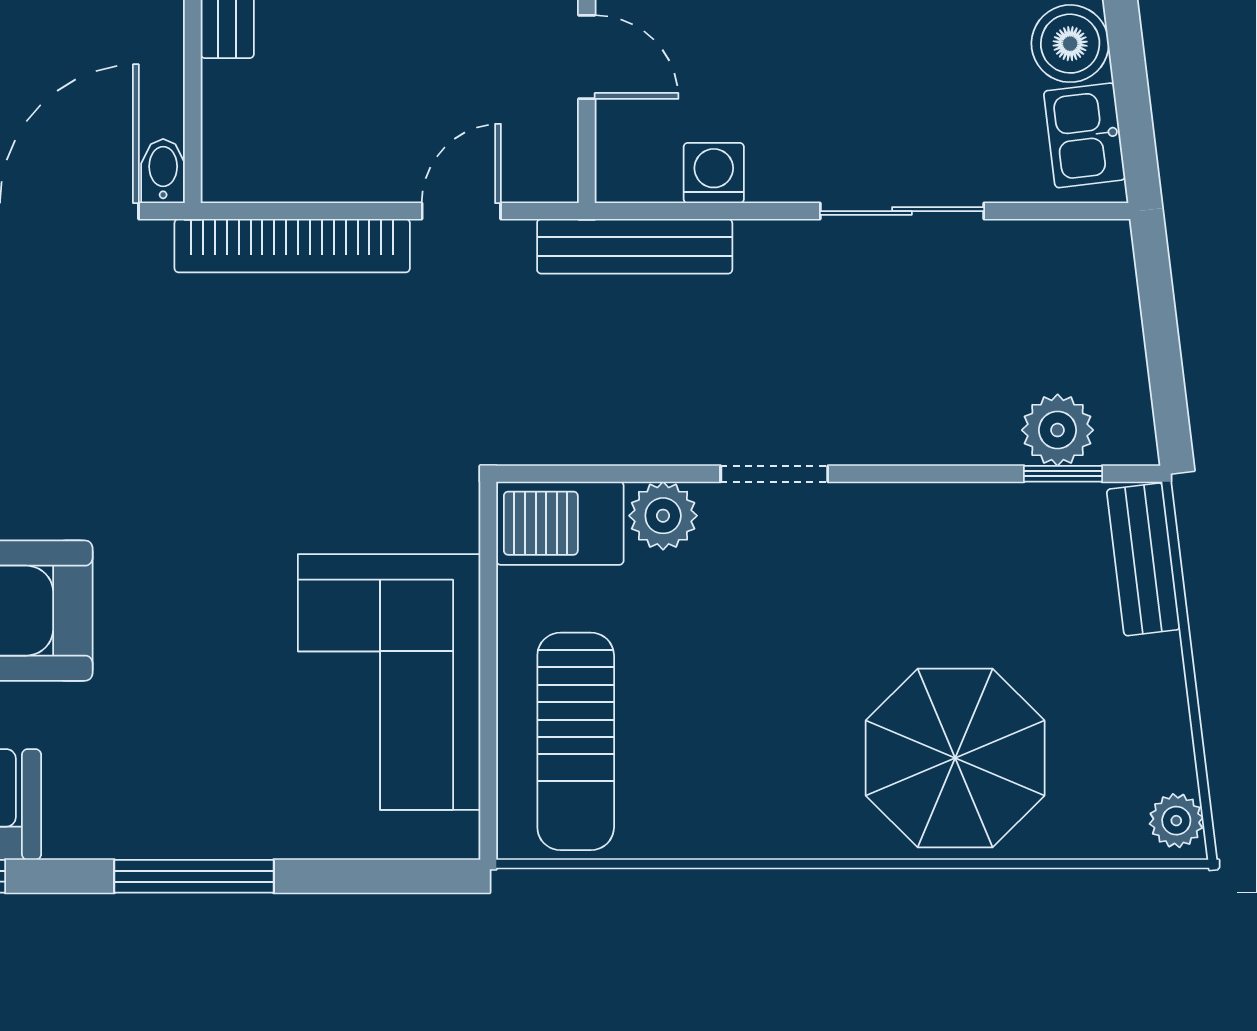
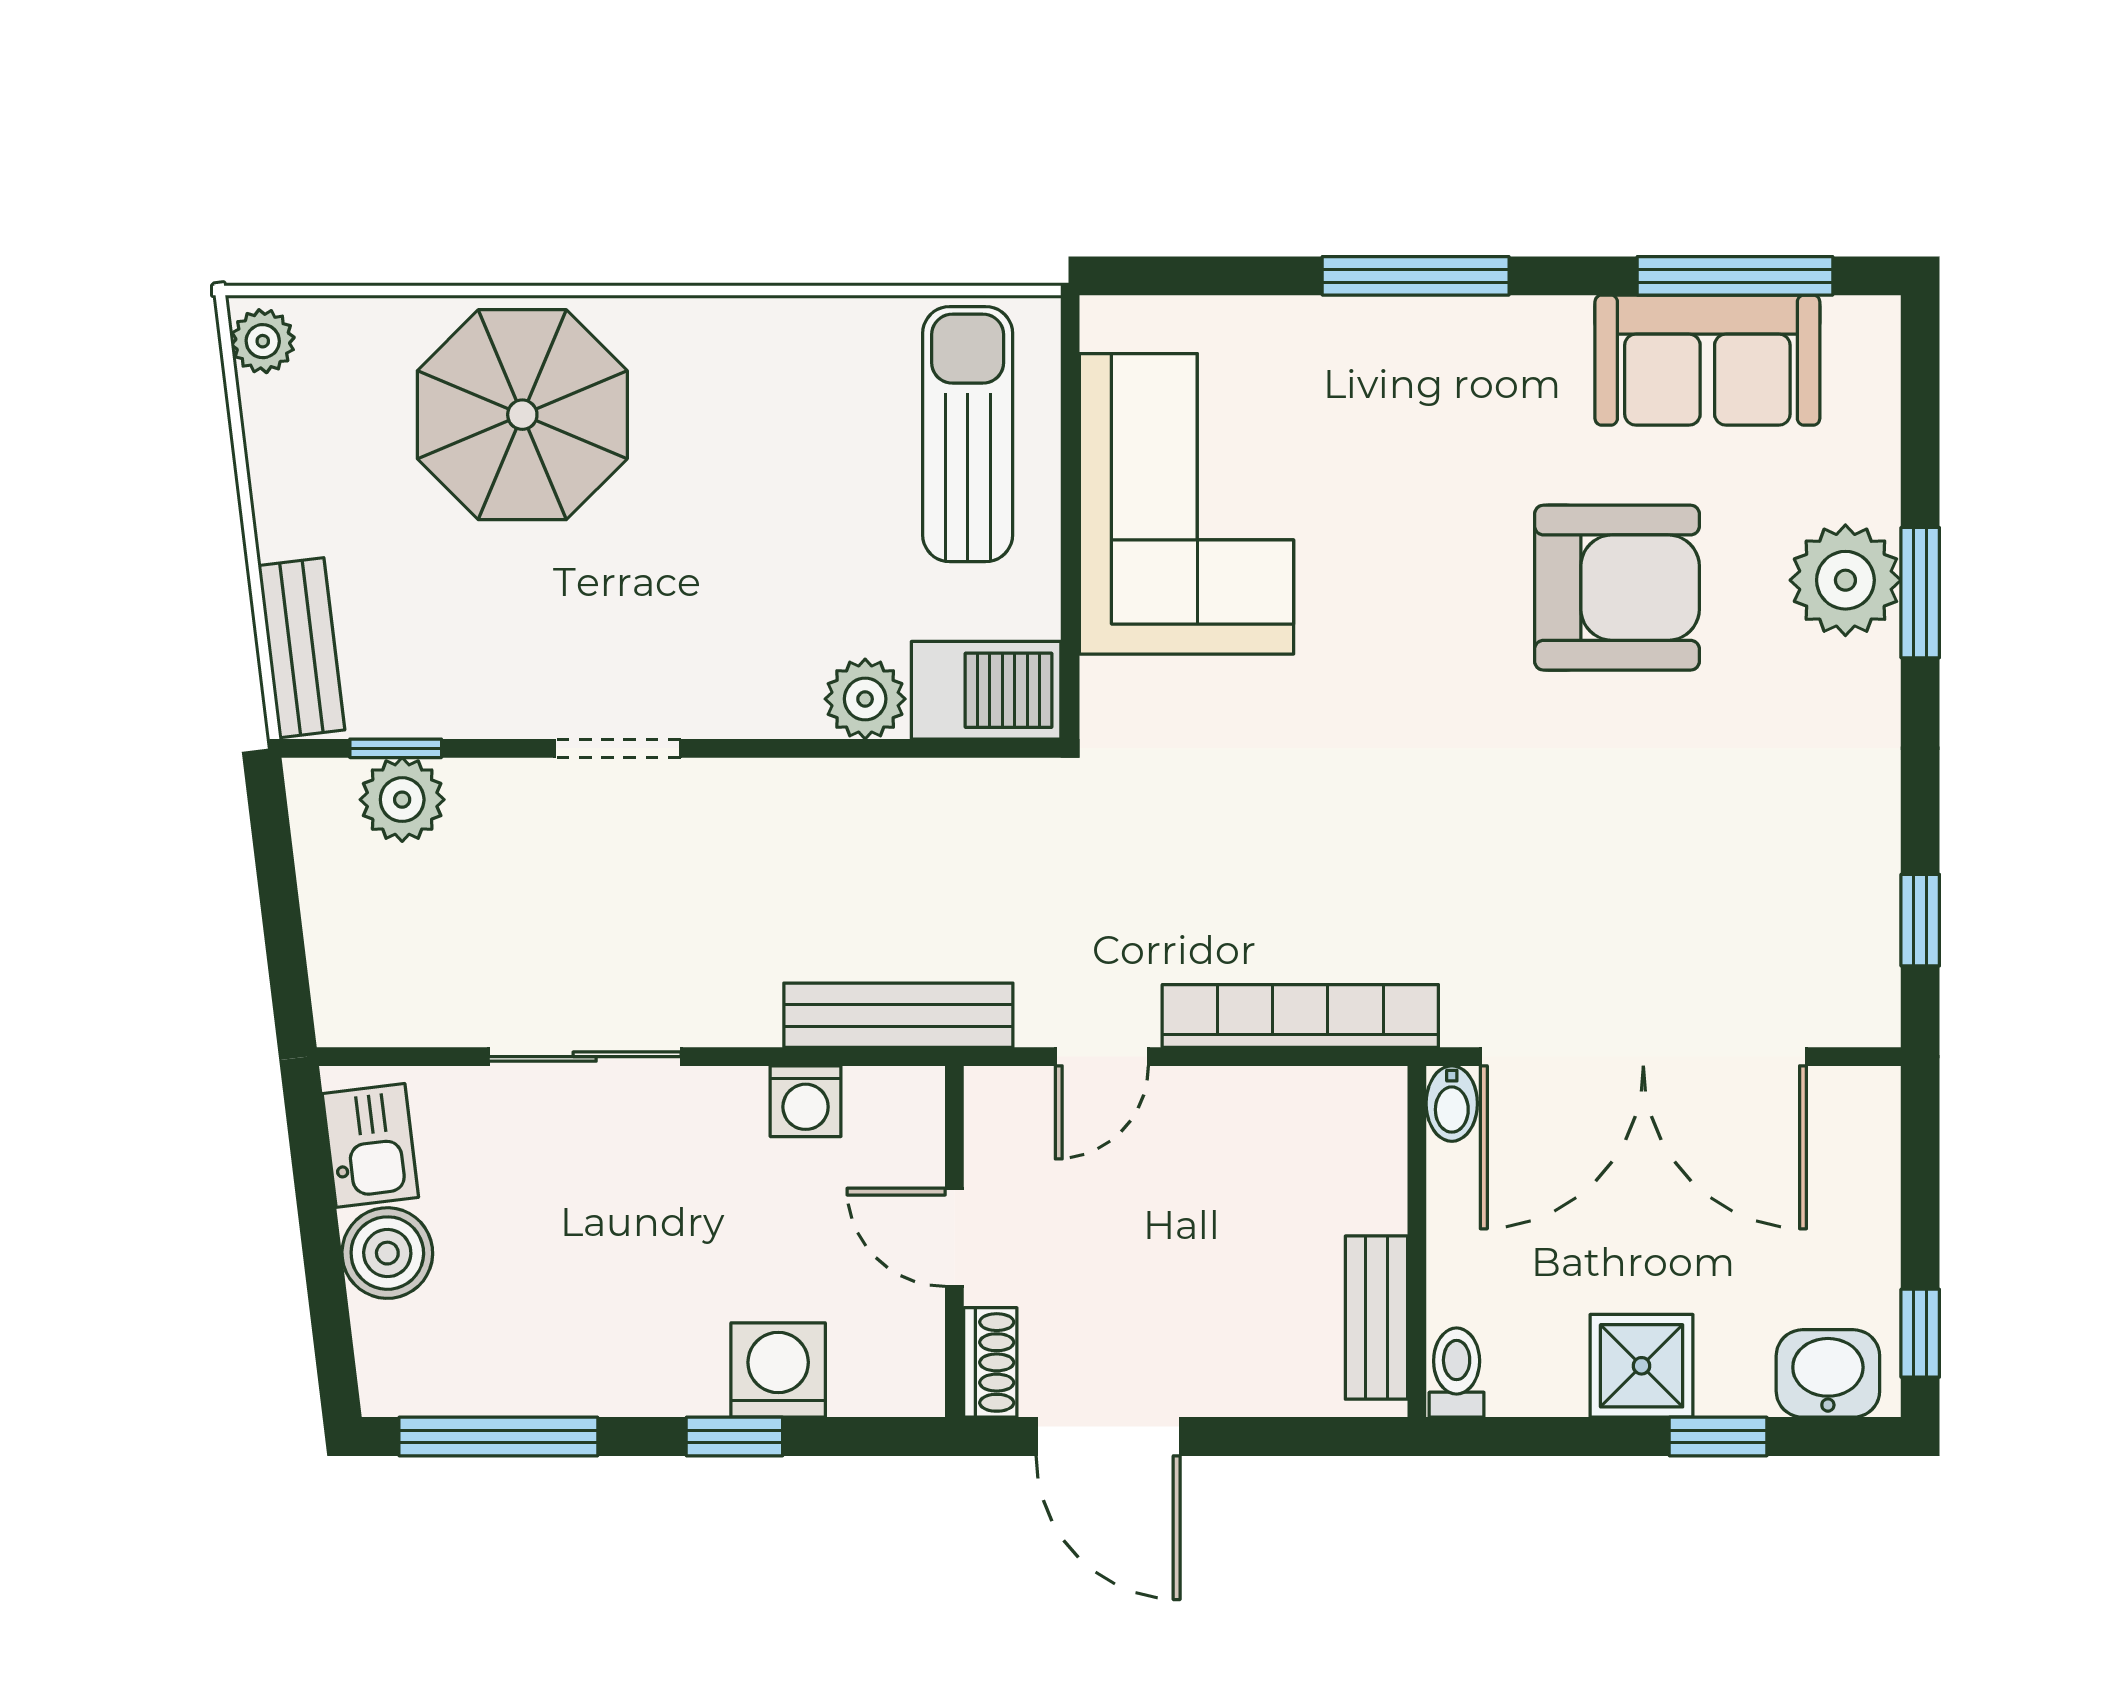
doorway: (774, 474) -> (618, 748), moved

